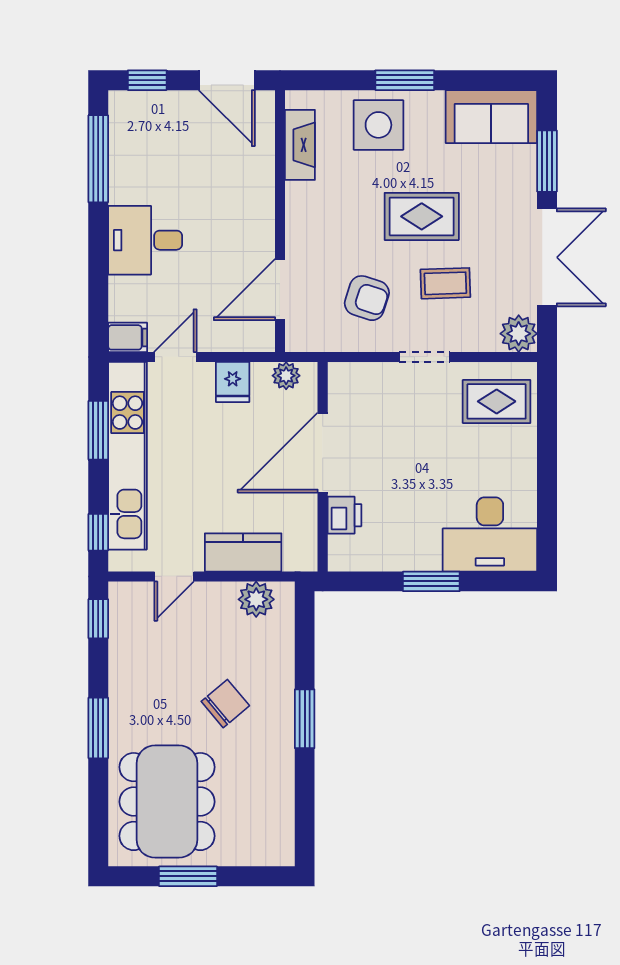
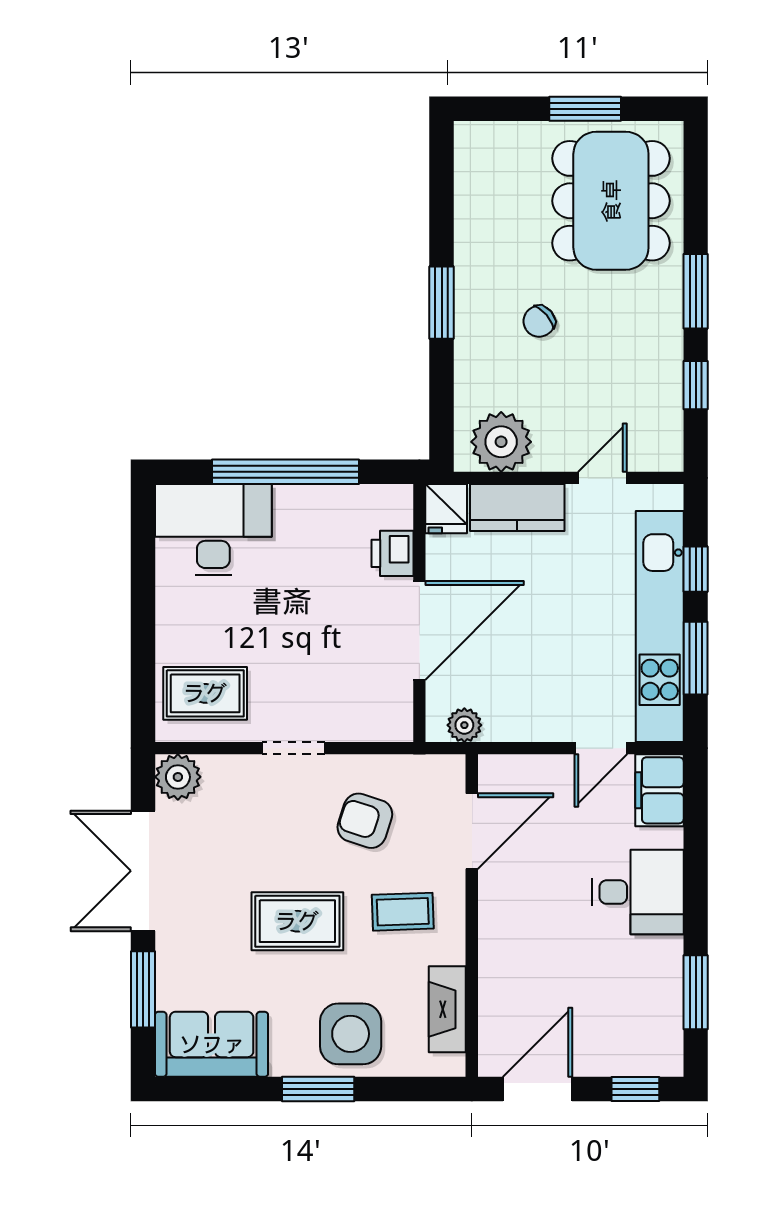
door: (227, 80) -> (537, 1089), hinge flipped
window: (98, 159) -> (696, 992), width x0.69
coffee table: (445, 283) -> (403, 912), moved
filing cabinet: (128, 337) -> (659, 790), width x2.00
fridge: (233, 382) -> (446, 509), moved, turned 180
window: (98, 532) -> (696, 569), moved
window: (431, 581) -> (285, 472), width x2.11
plant: (256, 599) -> (501, 442), width x1.36, depth x1.36
window: (98, 619) -> (696, 385), moved
chair: (225, 704) -> (539, 321), width x0.73, depth x0.73

